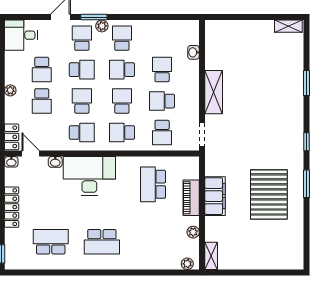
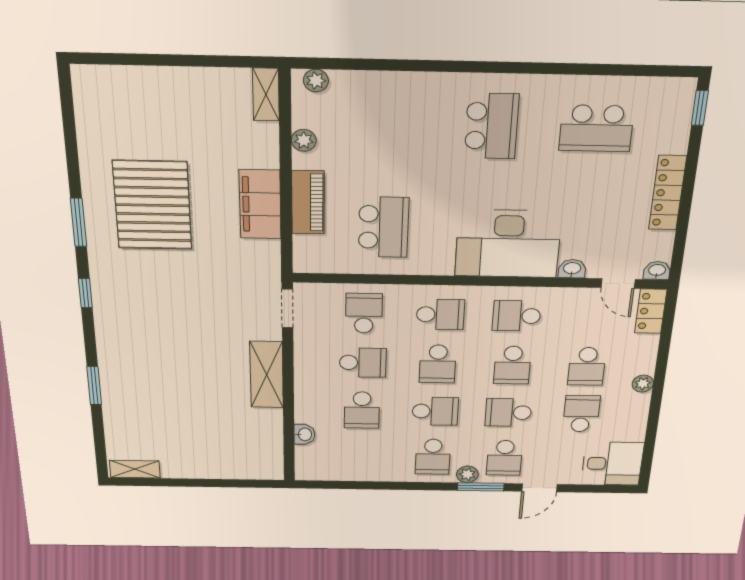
school desk: (42, 101) -> (587, 366), turned 180
school desk: (102, 242) -> (492, 126), turned 90

